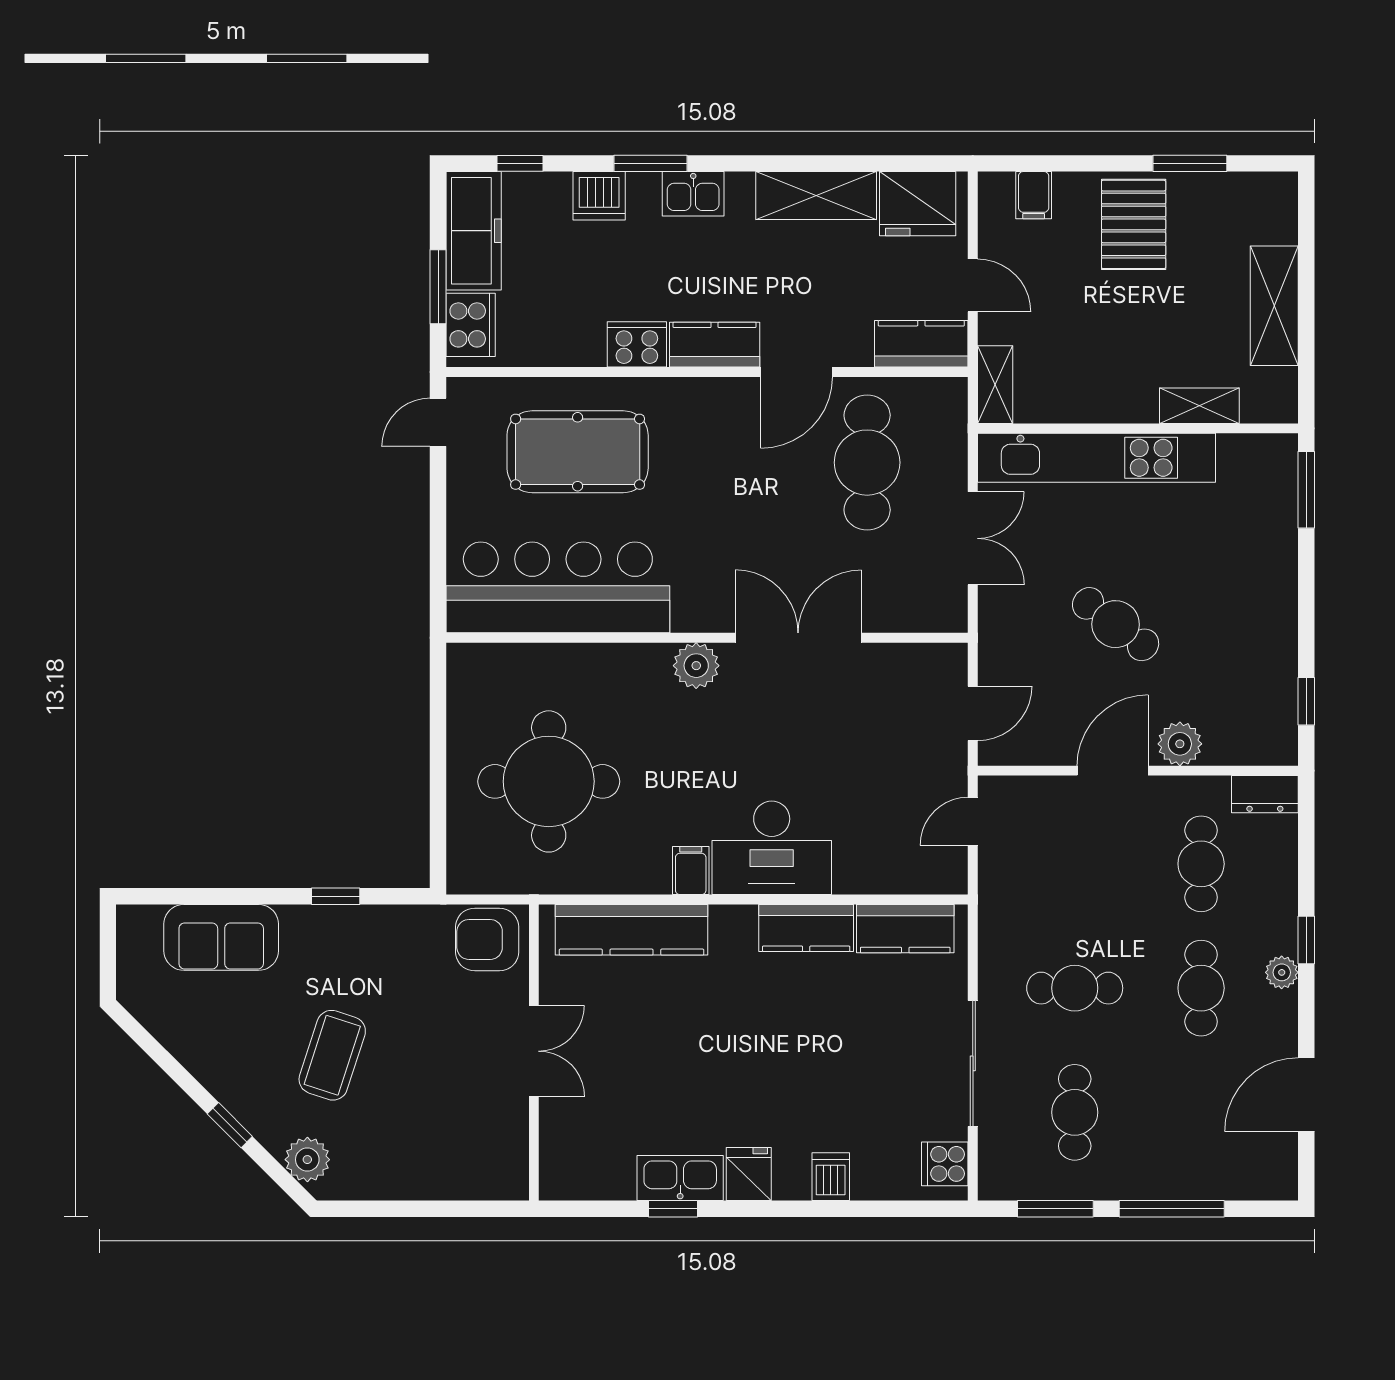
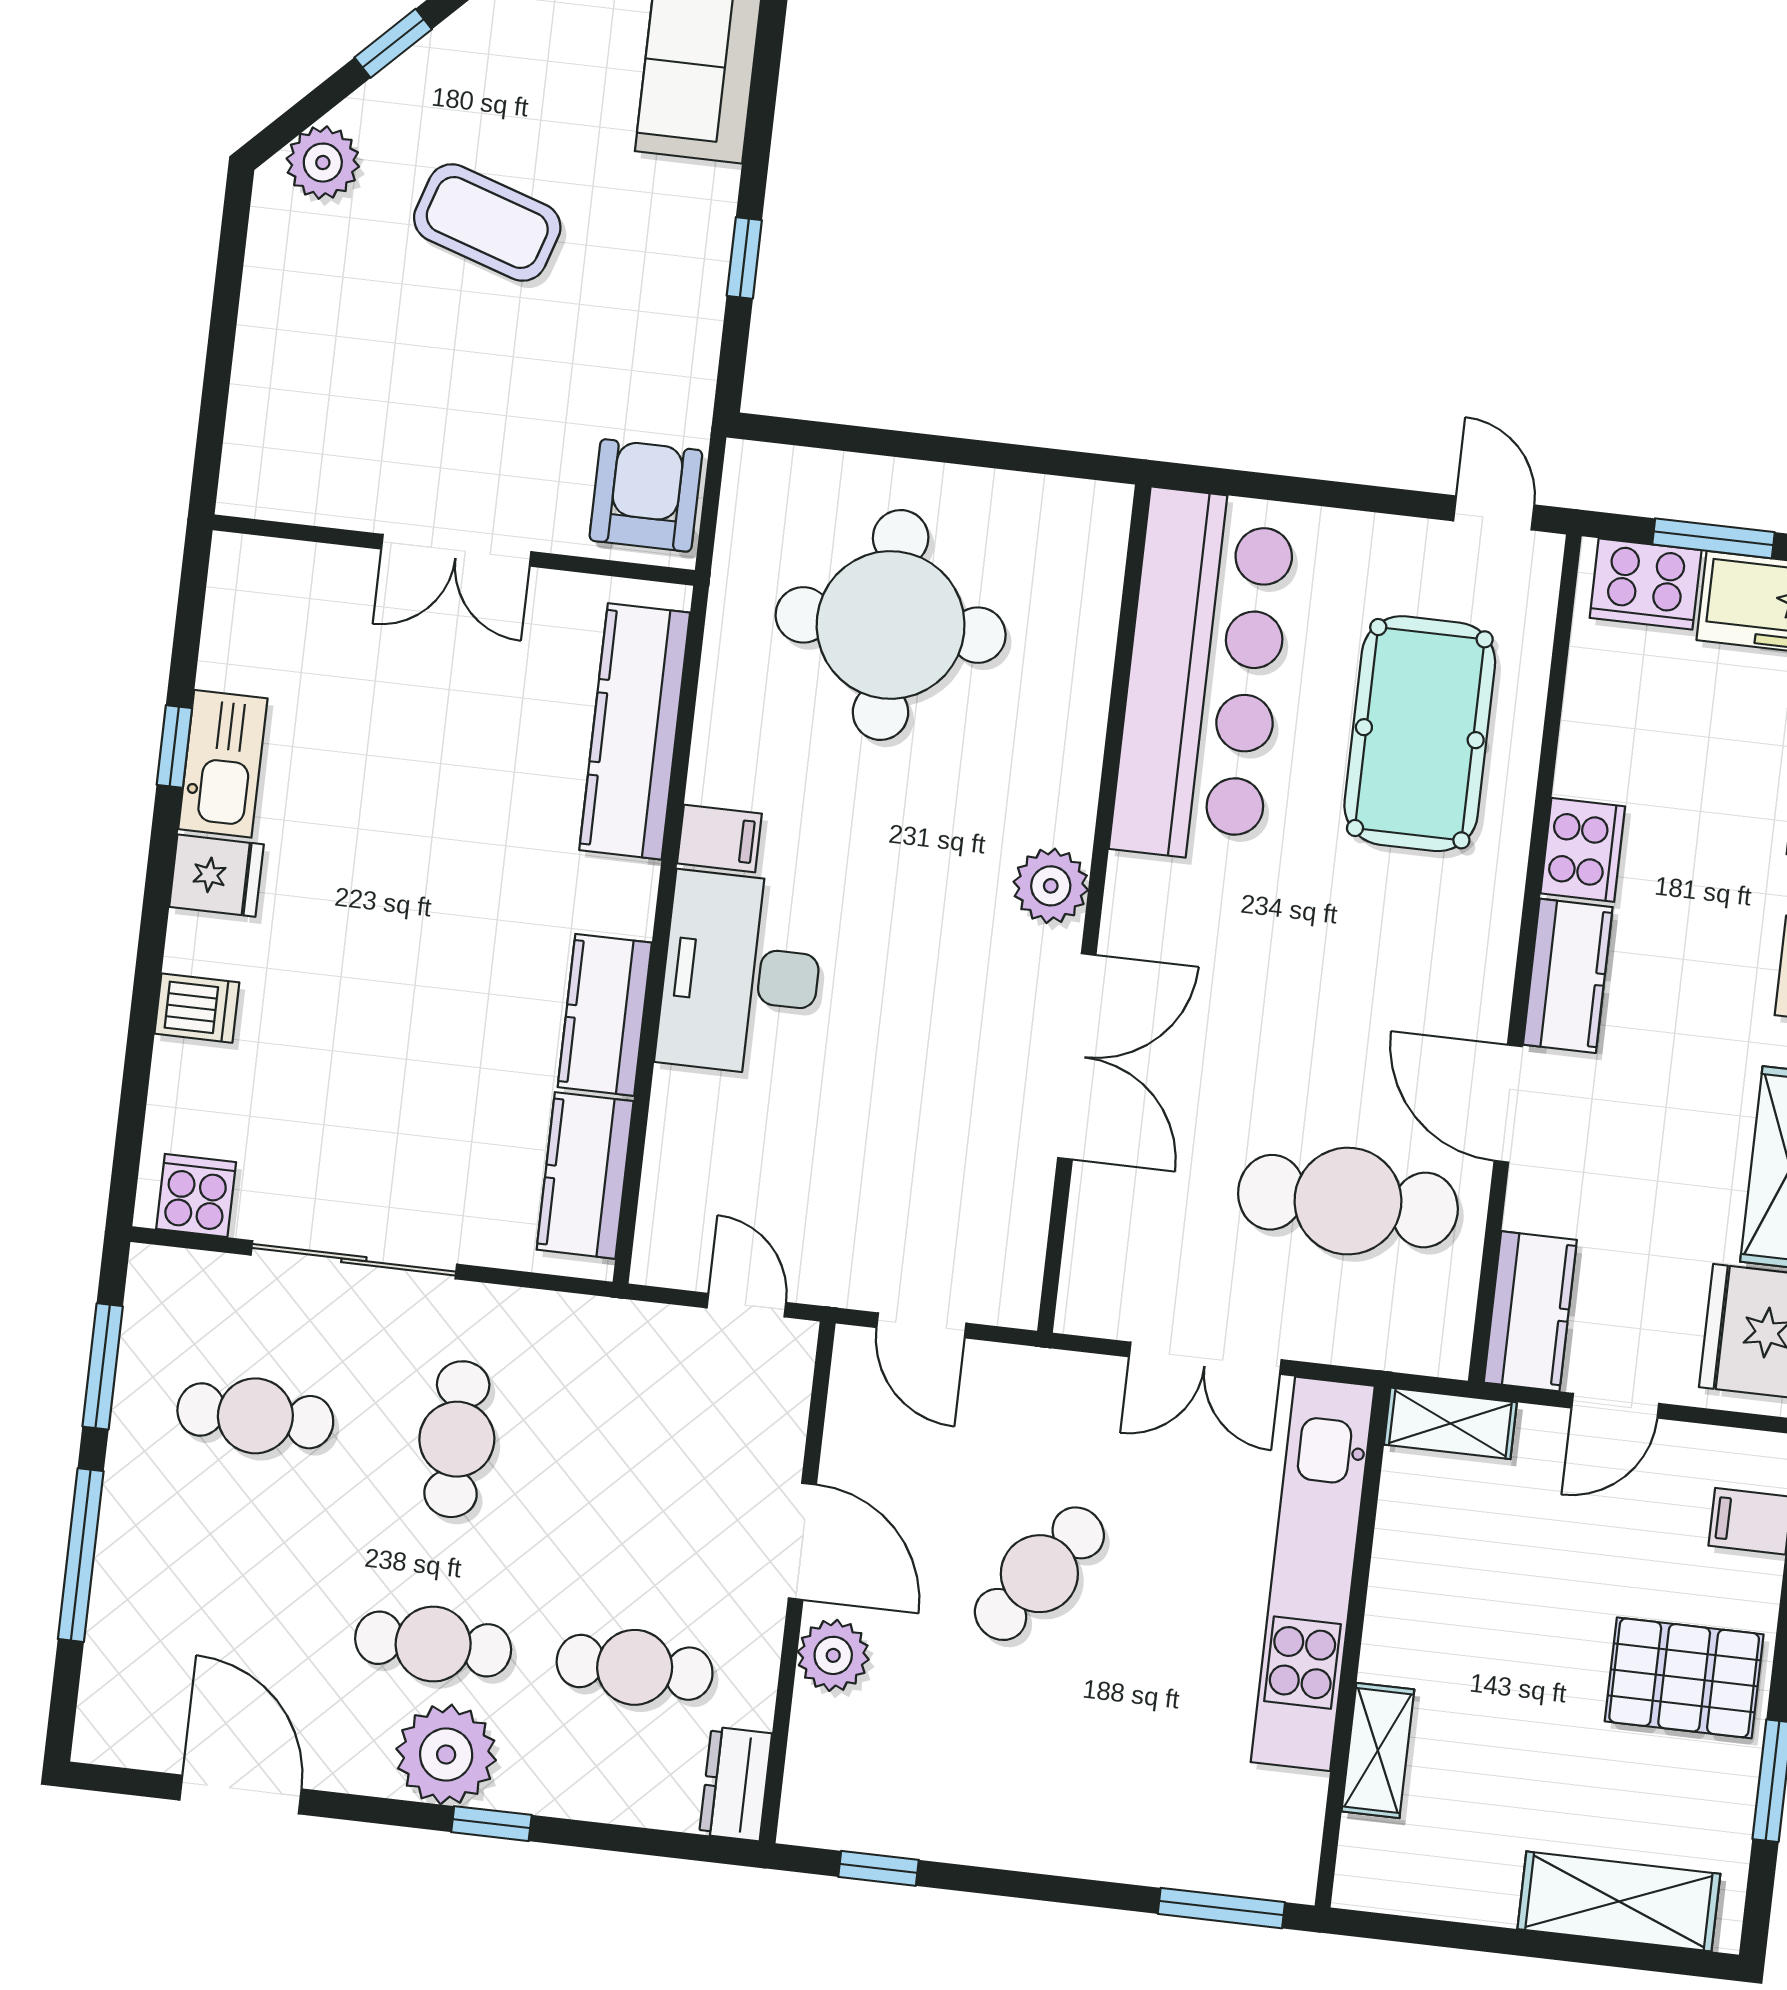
shelving: (1274, 306) -> (1619, 1901), moved
plant: (1282, 972) -> (446, 1755), width x1.87, depth x1.87

